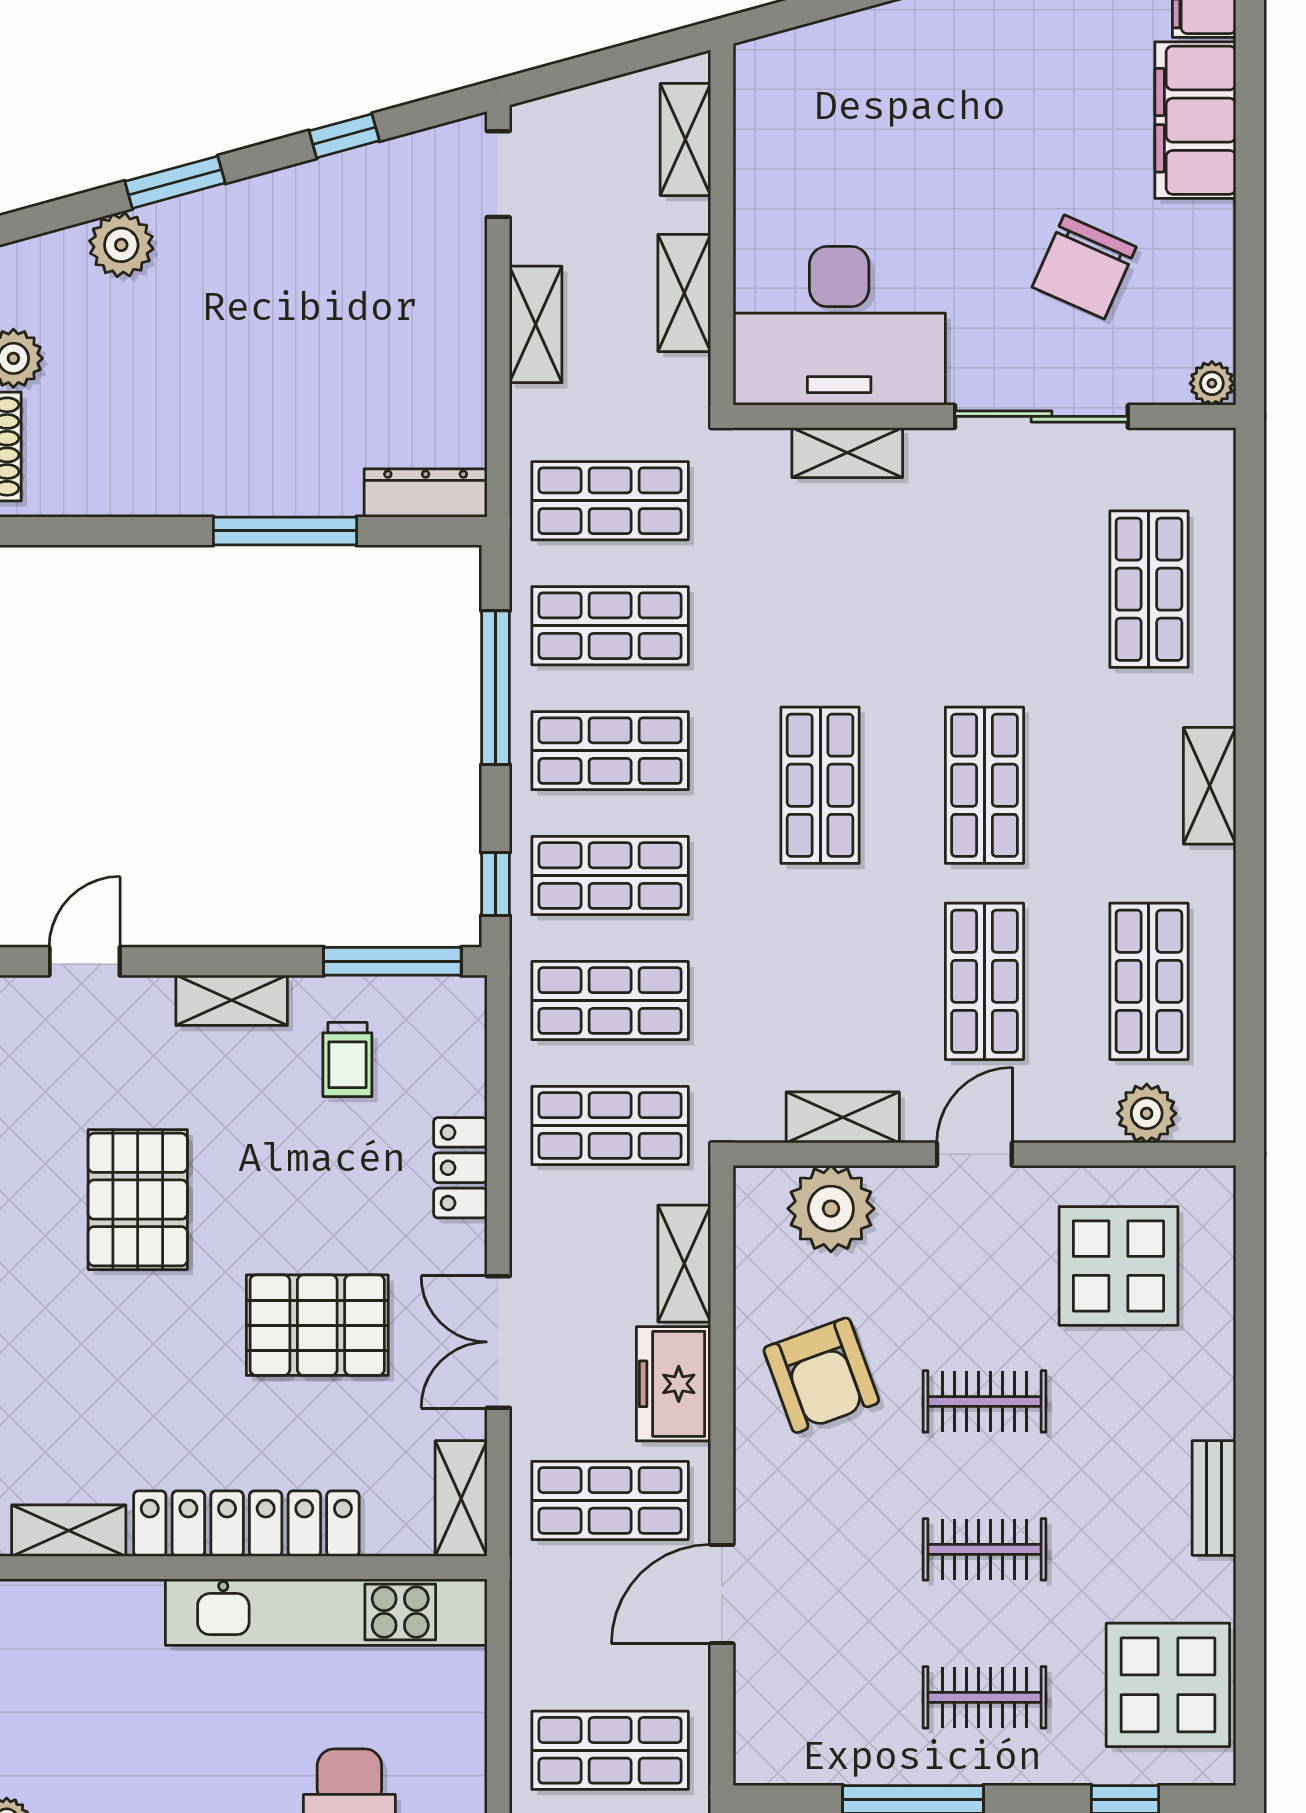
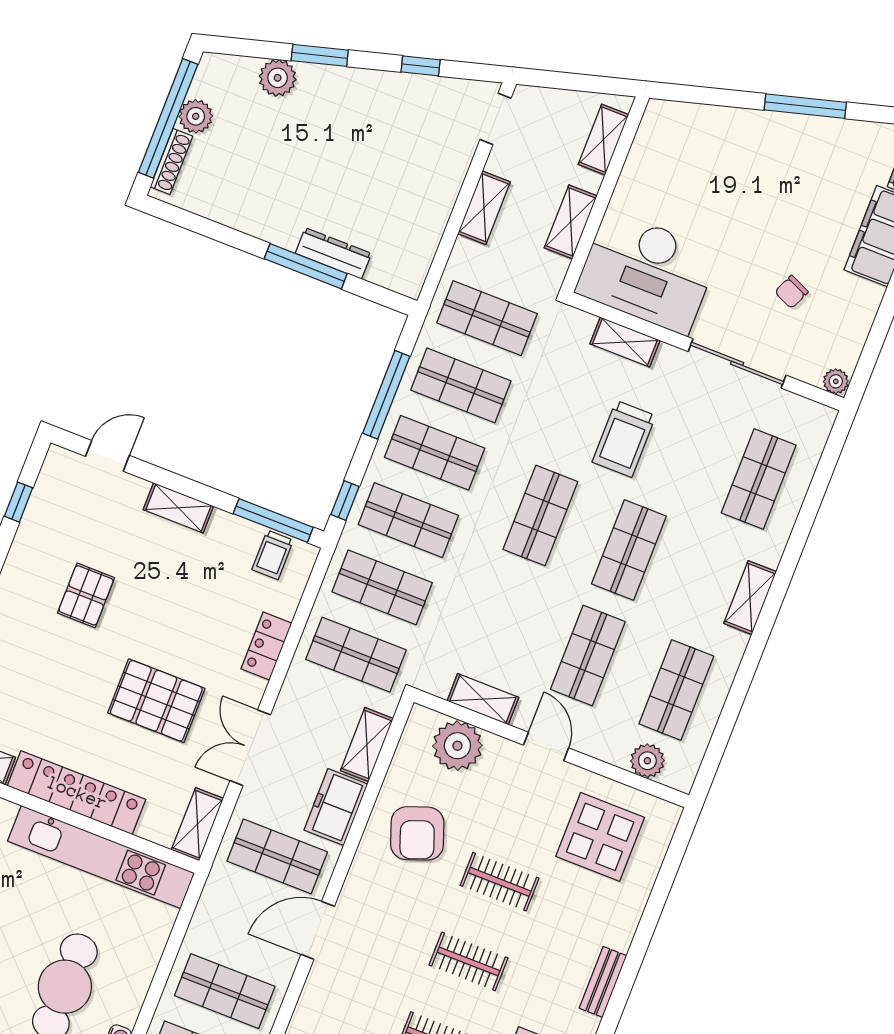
chair: (1084, 267) -> (791, 292), width x0.54, depth x0.54
dresser: (426, 493) -> (333, 253), moved
trolley: (907, 609) -> (624, 439), added
trolley: (347, 1060) -> (273, 555), moved
door: (974, 1154) -> (546, 746), hinge flipped
pallet: (138, 1200) -> (86, 595), width x0.67, depth x0.71

